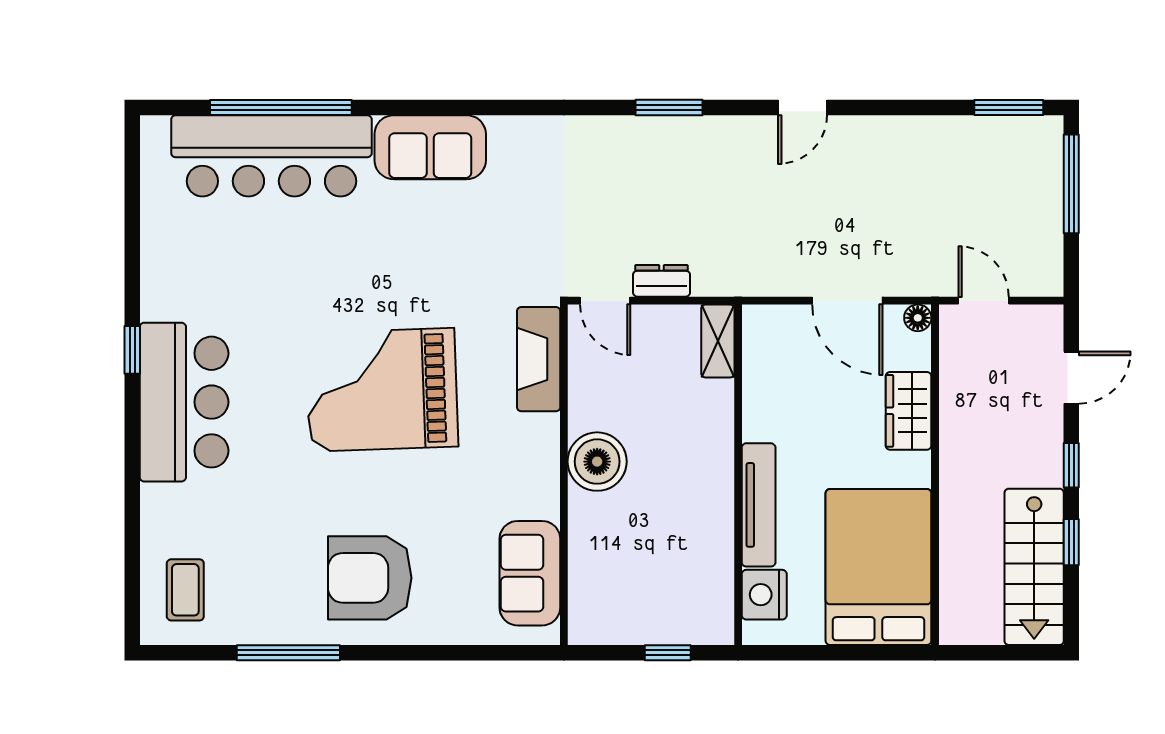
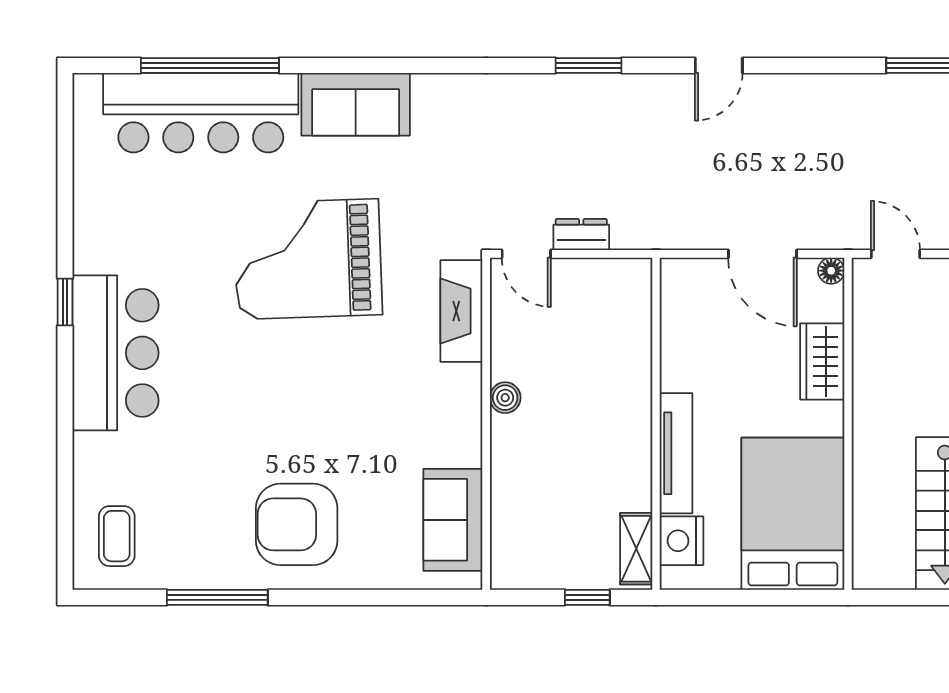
shelving: (718, 341) -> (636, 549), moved
grand piano: (382, 390) -> (308, 259), moved
boiler: (597, 462) -> (505, 398), width x0.54, depth x0.54

